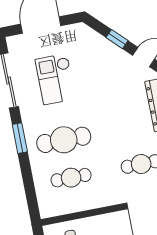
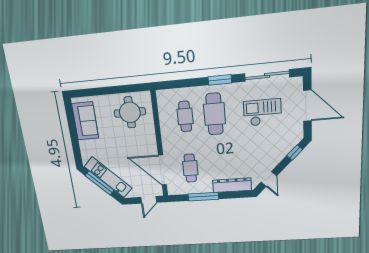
window: (117, 39) -> (295, 153), moved

